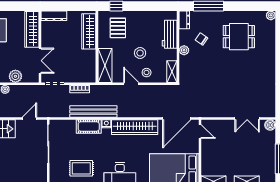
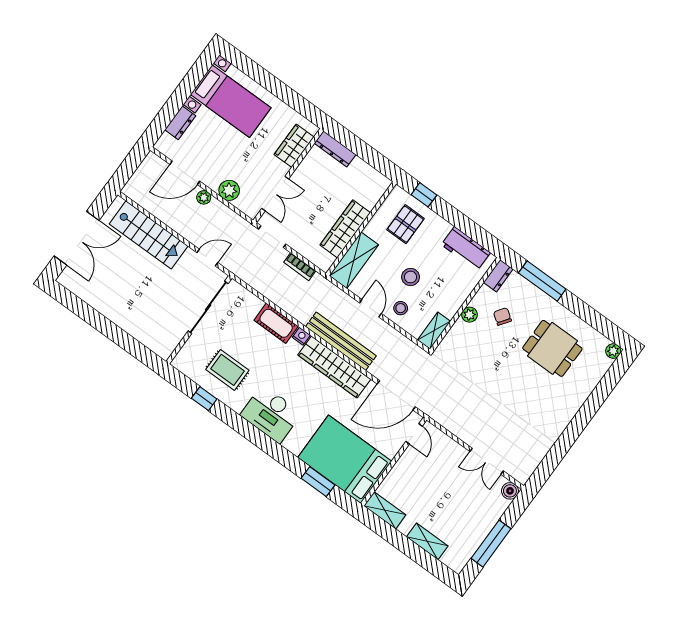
wardrobe: (32, 29) -> (294, 146), width x0.67
wardrobe: (89, 31) -> (345, 229), moved
workbench: (170, 34) -> (466, 249), moved, turned -90
bench: (93, 112) -> (341, 341), moved

